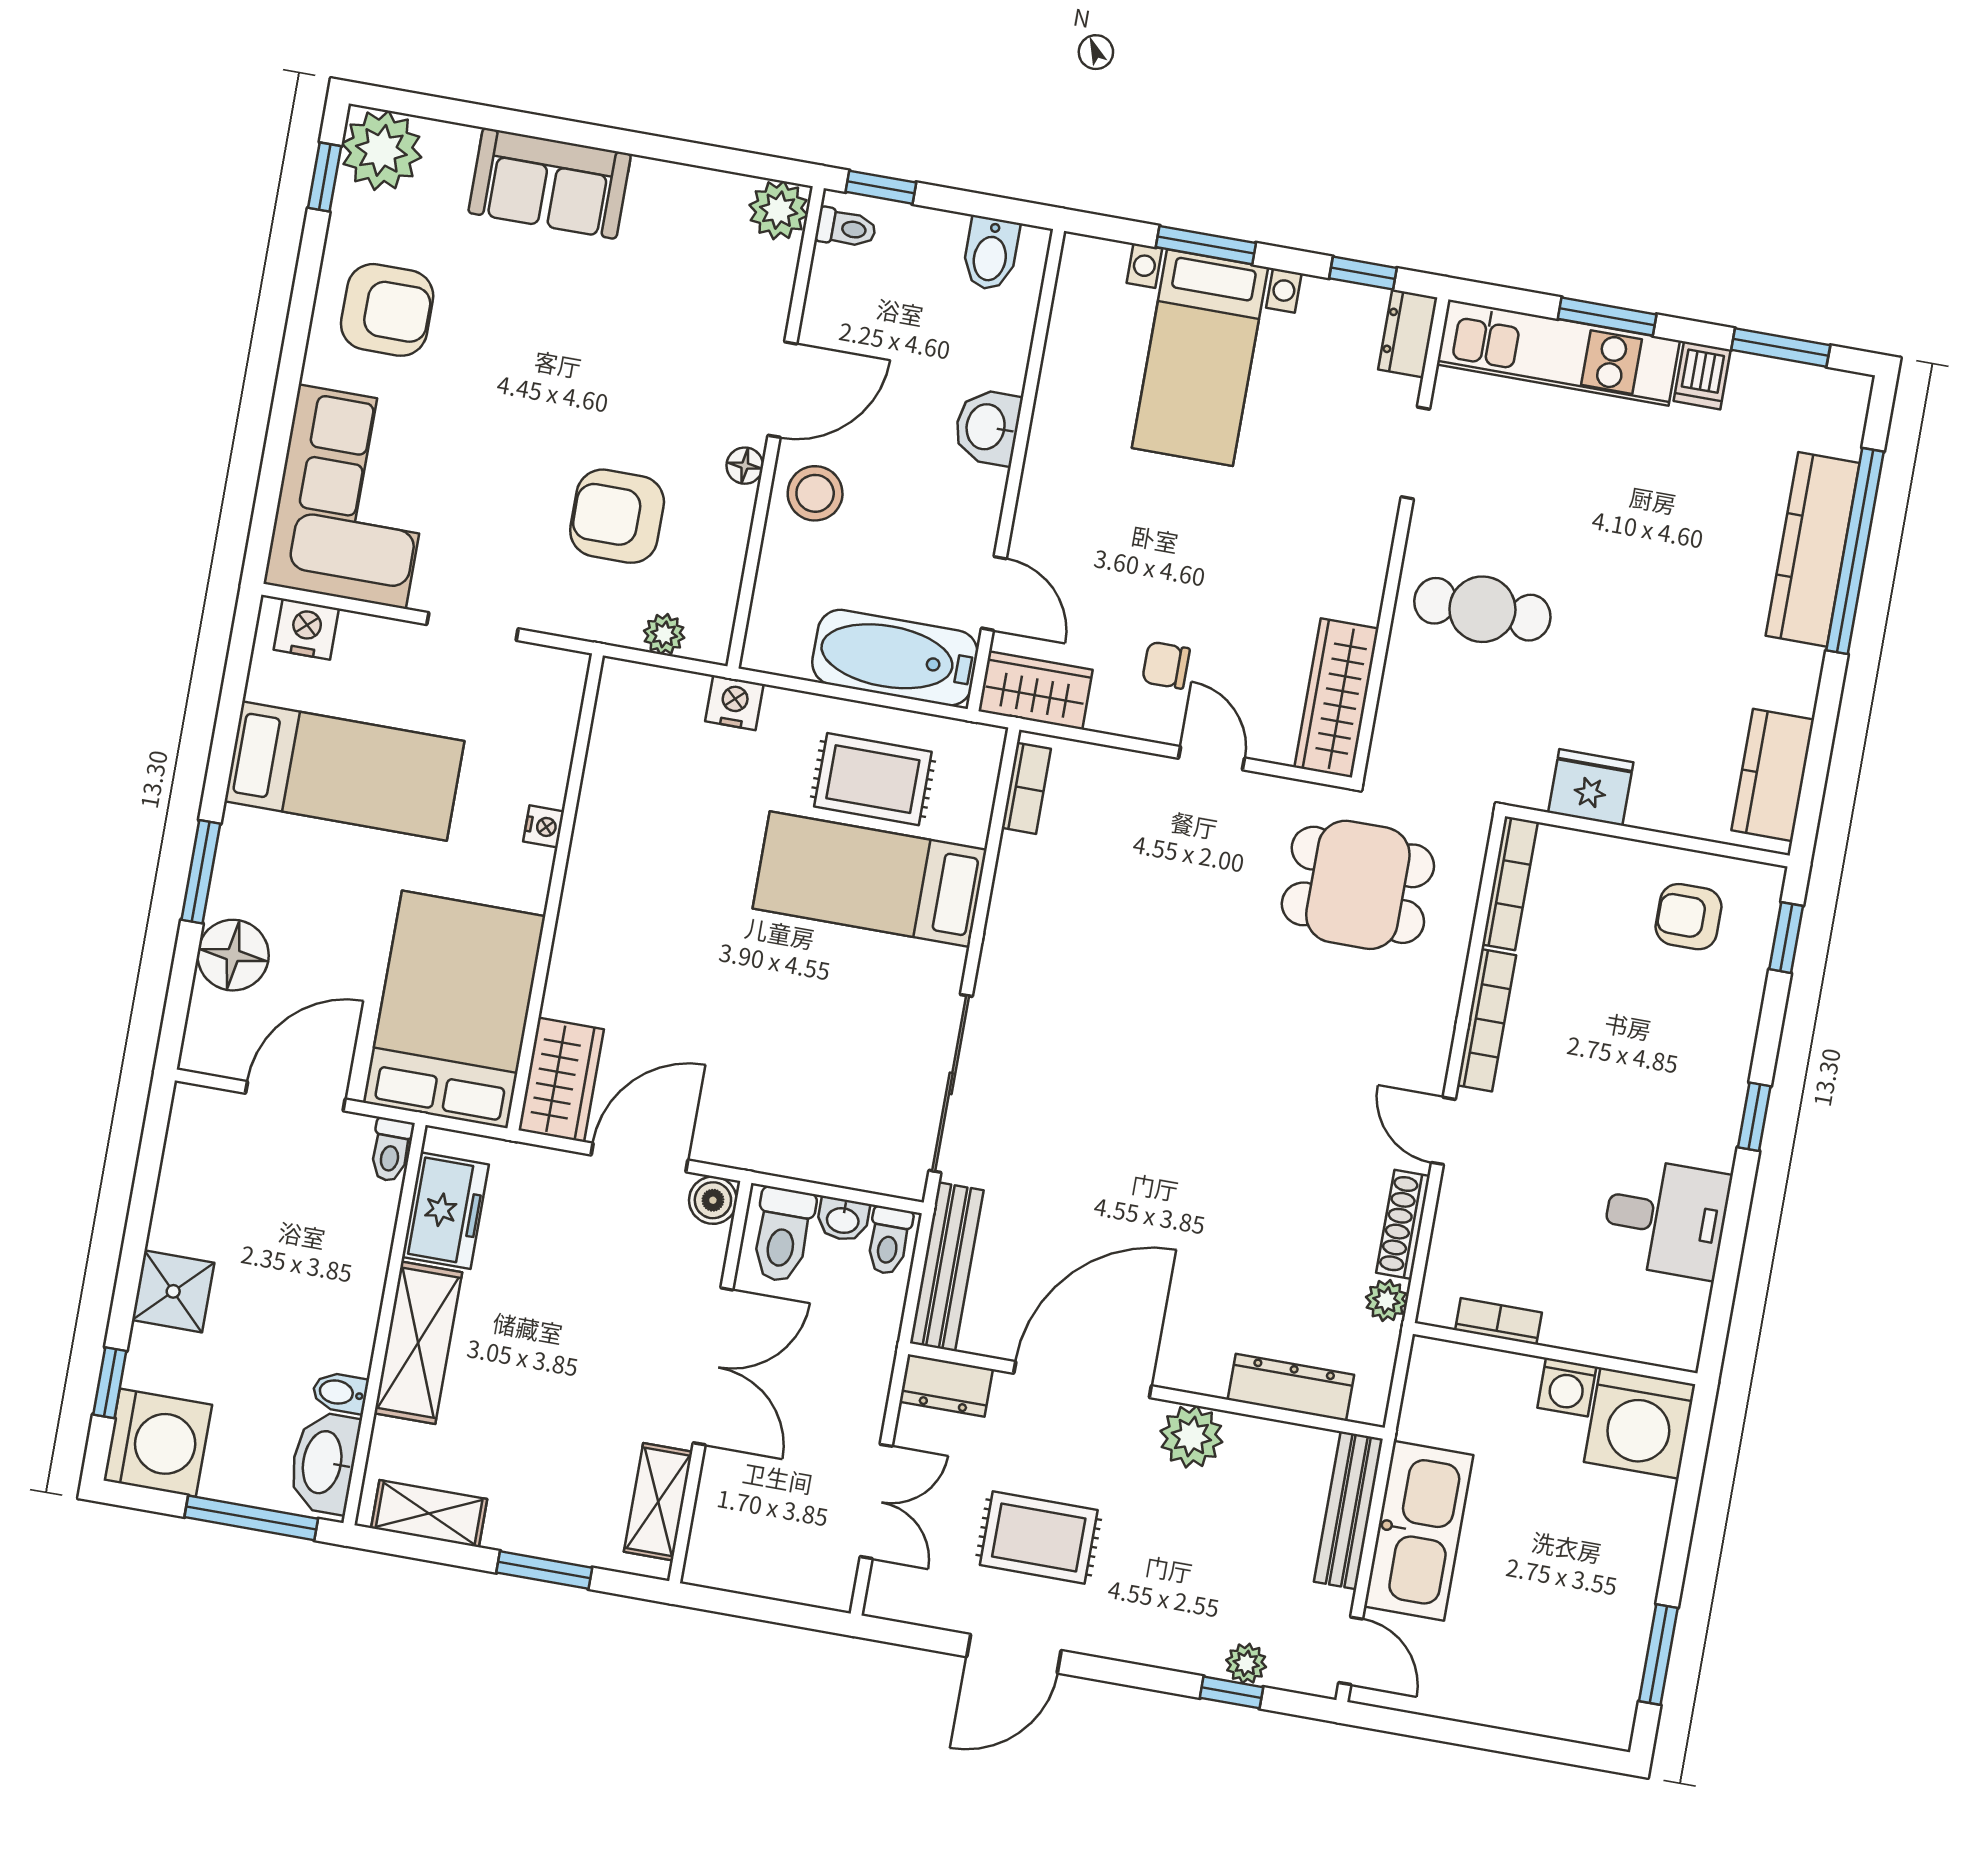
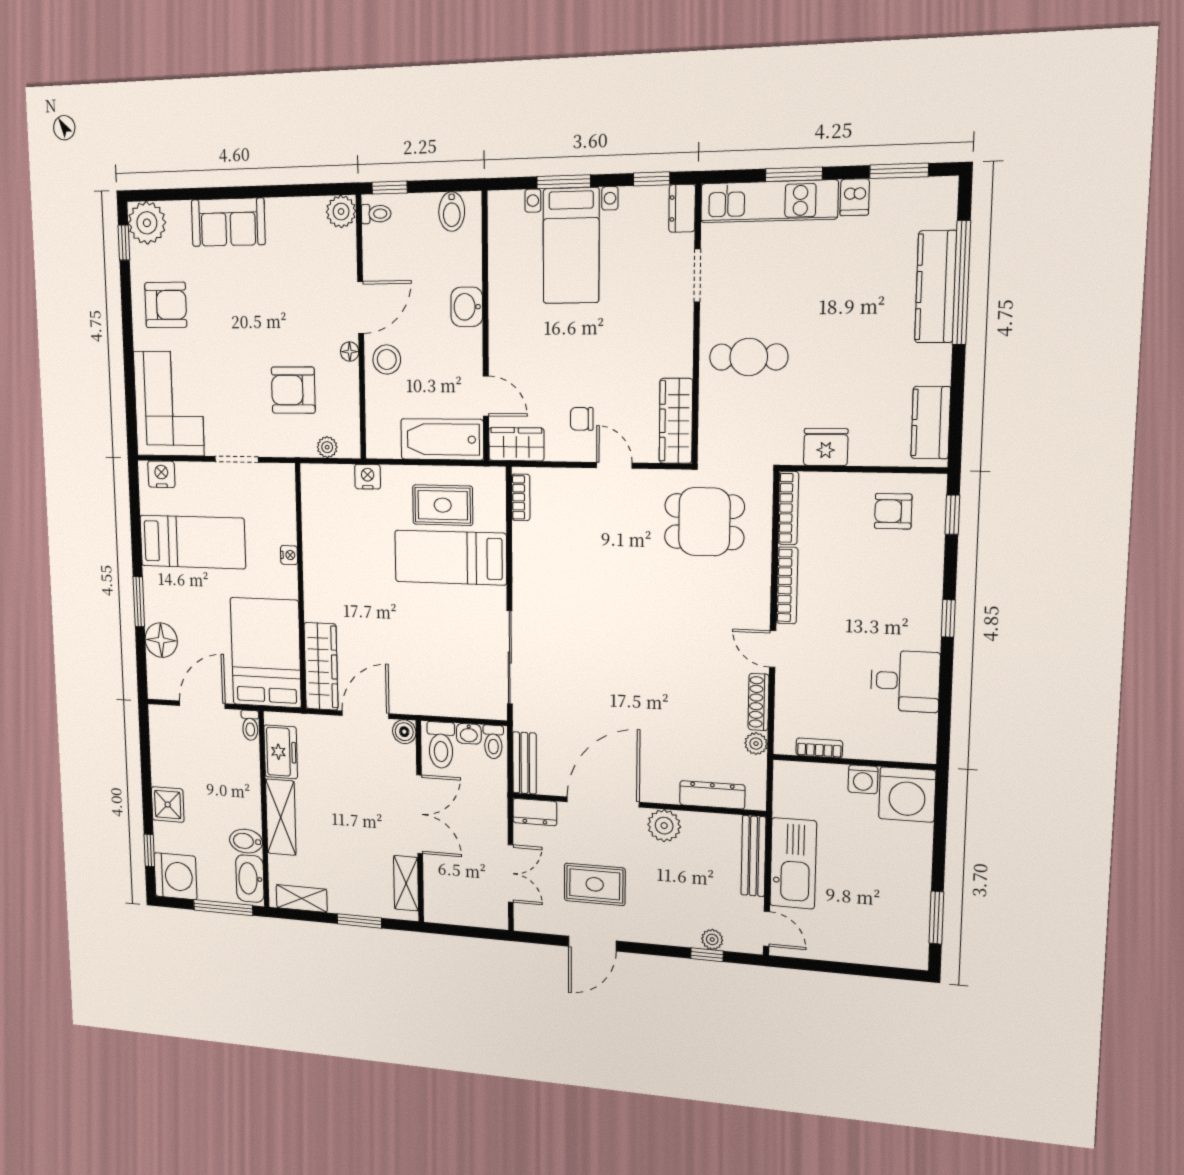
wardrobe: (561, 1080) -> (321, 666), width x1.50
bench: (947, 1267) -> (524, 763), width x0.73
bidet: (340, 1393) -> (246, 841), width x1.38, depth x1.36

